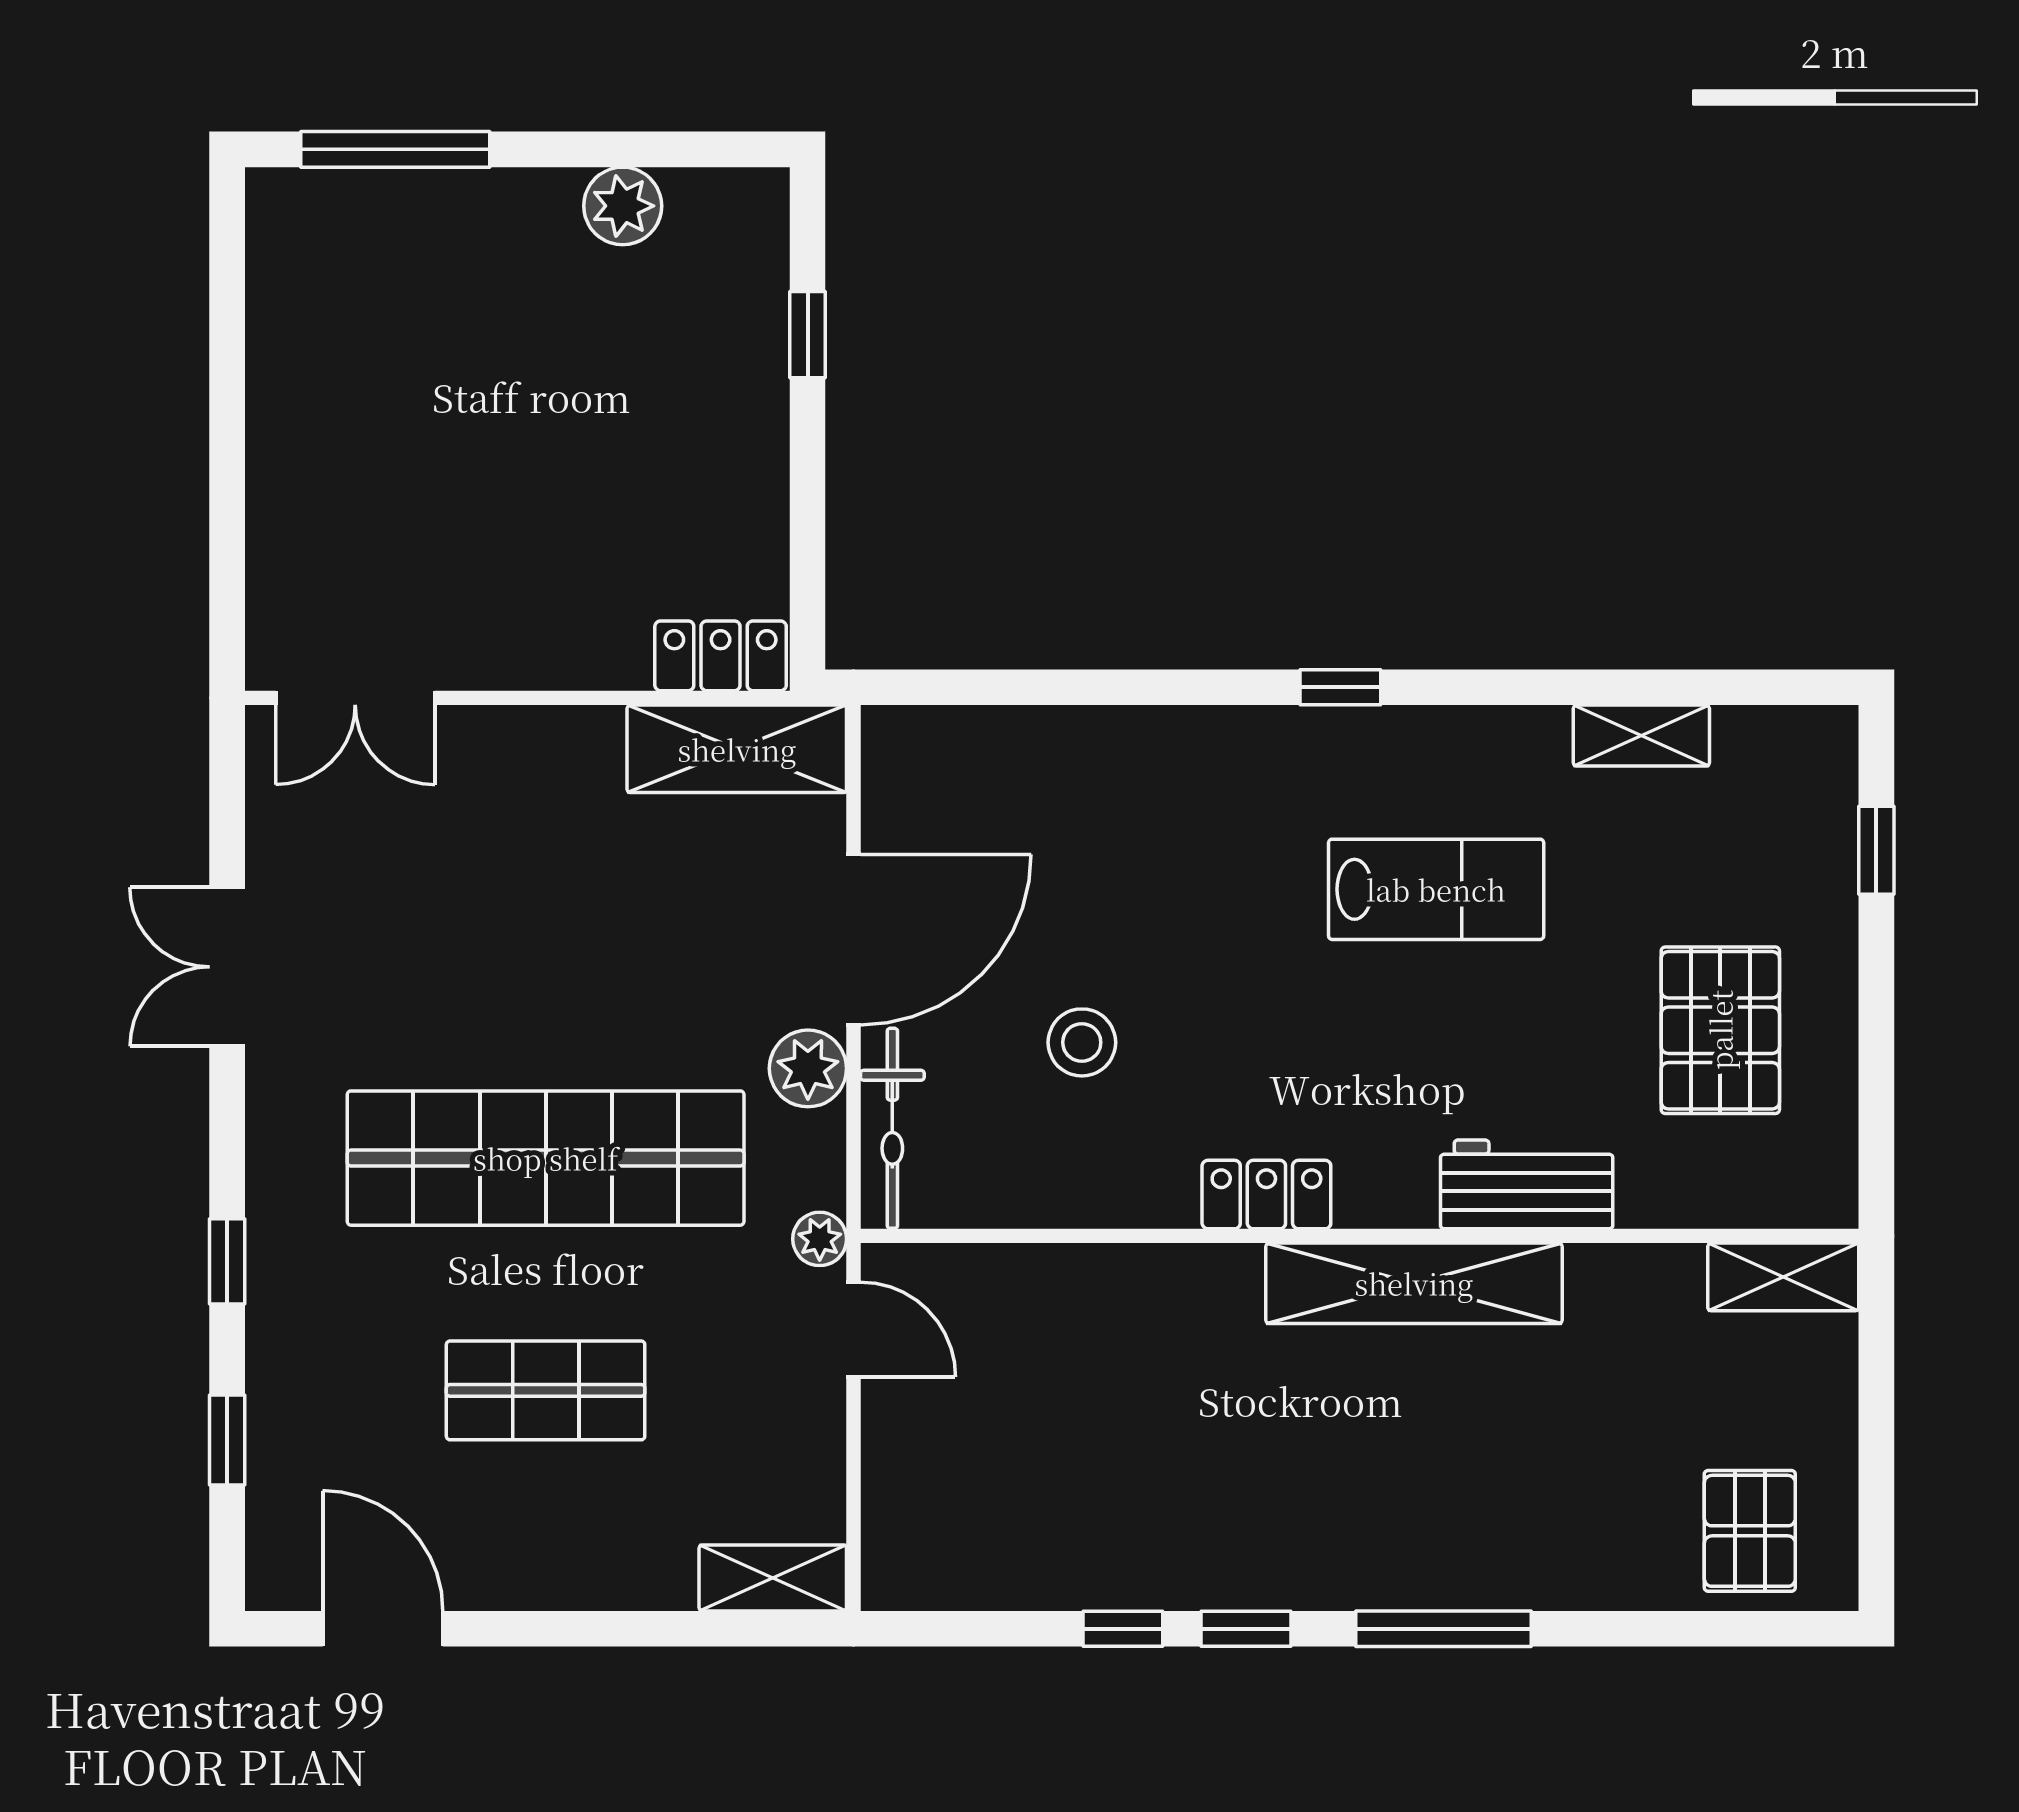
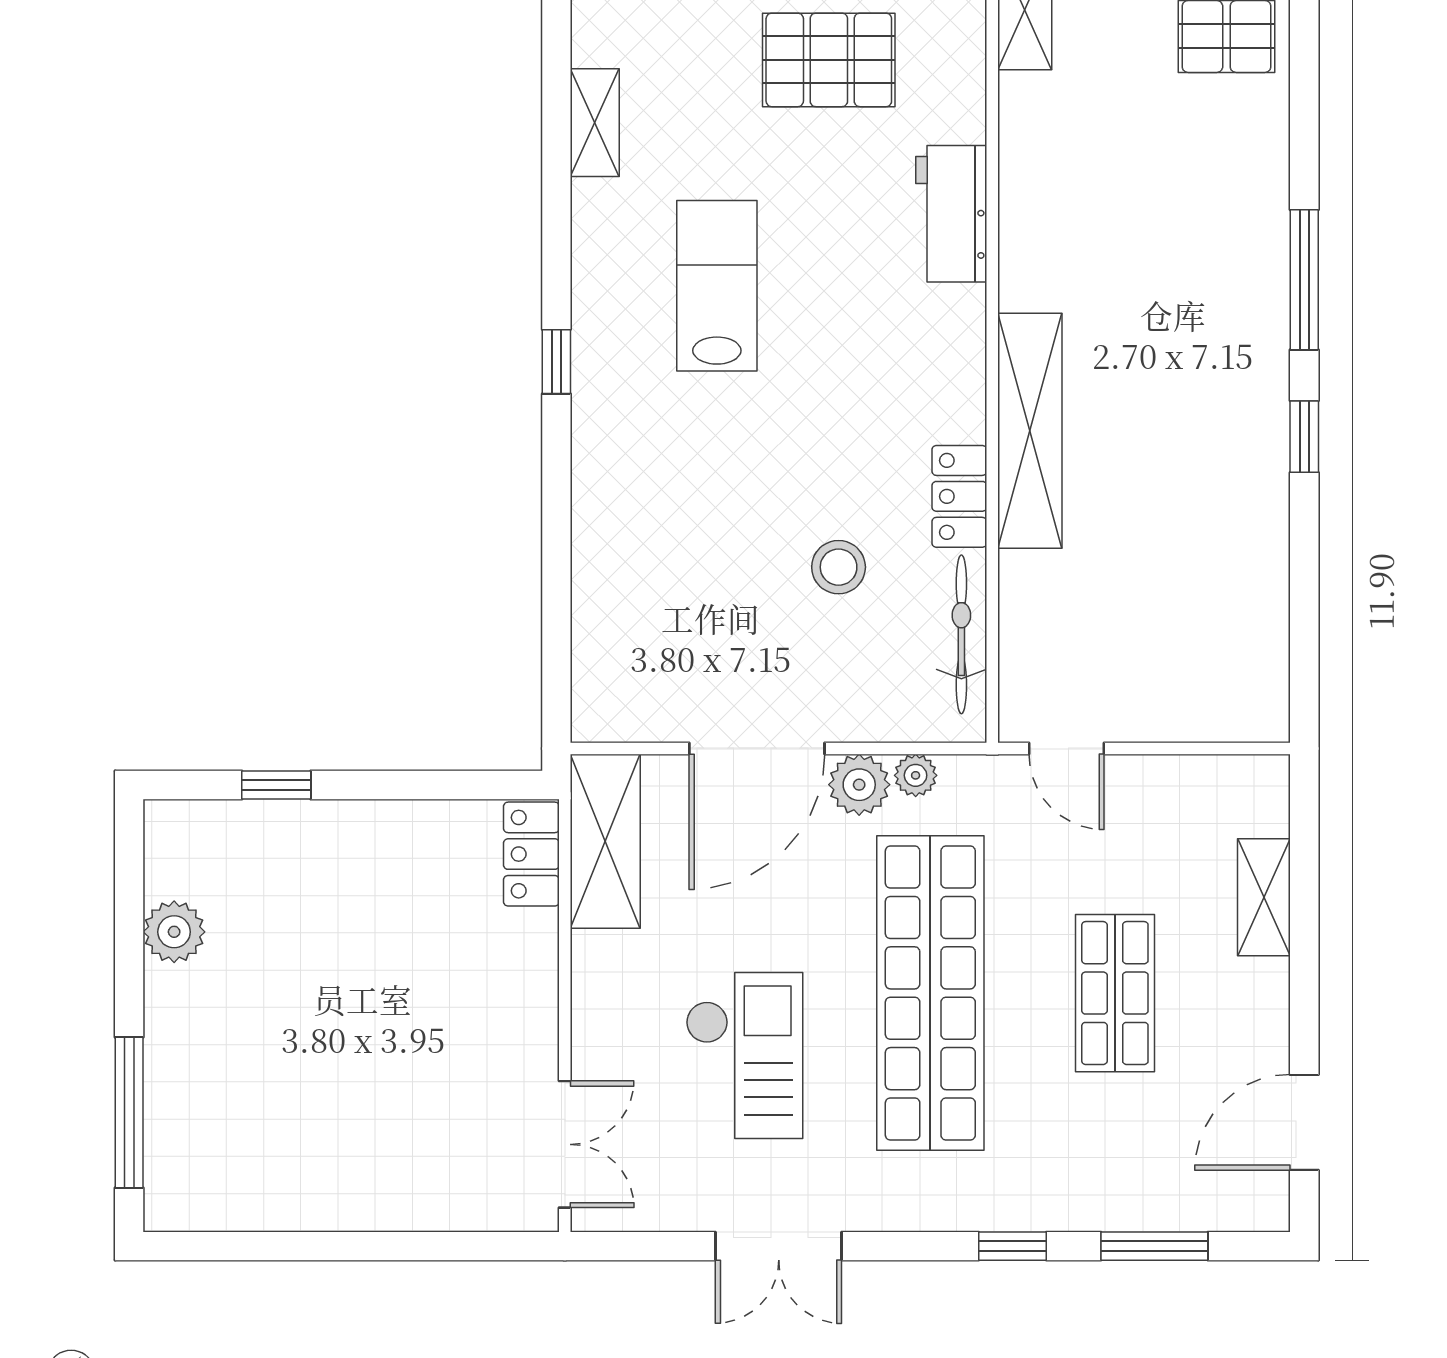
checkout: (467, 924) -> (744, 1055), added
door: (854, 940) -> (757, 748), swing flipped
bicycle: (892, 1128) -> (961, 634), moved, turned -90
locker: (1266, 1195) -> (959, 496), moved
plant: (820, 1239) -> (916, 775), moved
shelving: (1414, 1283) -> (1030, 431), moved
door: (854, 1329) -> (1067, 748), swing flipped
window: (227, 1440) -> (1154, 1246), width x1.50
shelving: (773, 1578) -> (1264, 897), moved
window: (1123, 1629) -> (1304, 534), removed

